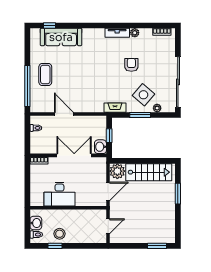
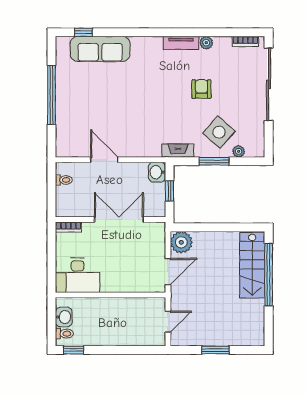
coffee table: (45, 74) -> (77, 103), removed
sliding door: (178, 82) -> (269, 84), moved
window: (27, 86) -> (51, 95), moved
washbasin: (100, 147) -> (157, 172), moved
stairs: (149, 172) -> (252, 265), moved, turned 90
desk: (59, 194) -> (78, 275), moved
window: (178, 194) -> (269, 275), width x2.11
stool: (60, 234) -> (98, 332), removed
window: (55, 246) -> (74, 350), moved
window: (157, 246) -> (215, 350), moved

